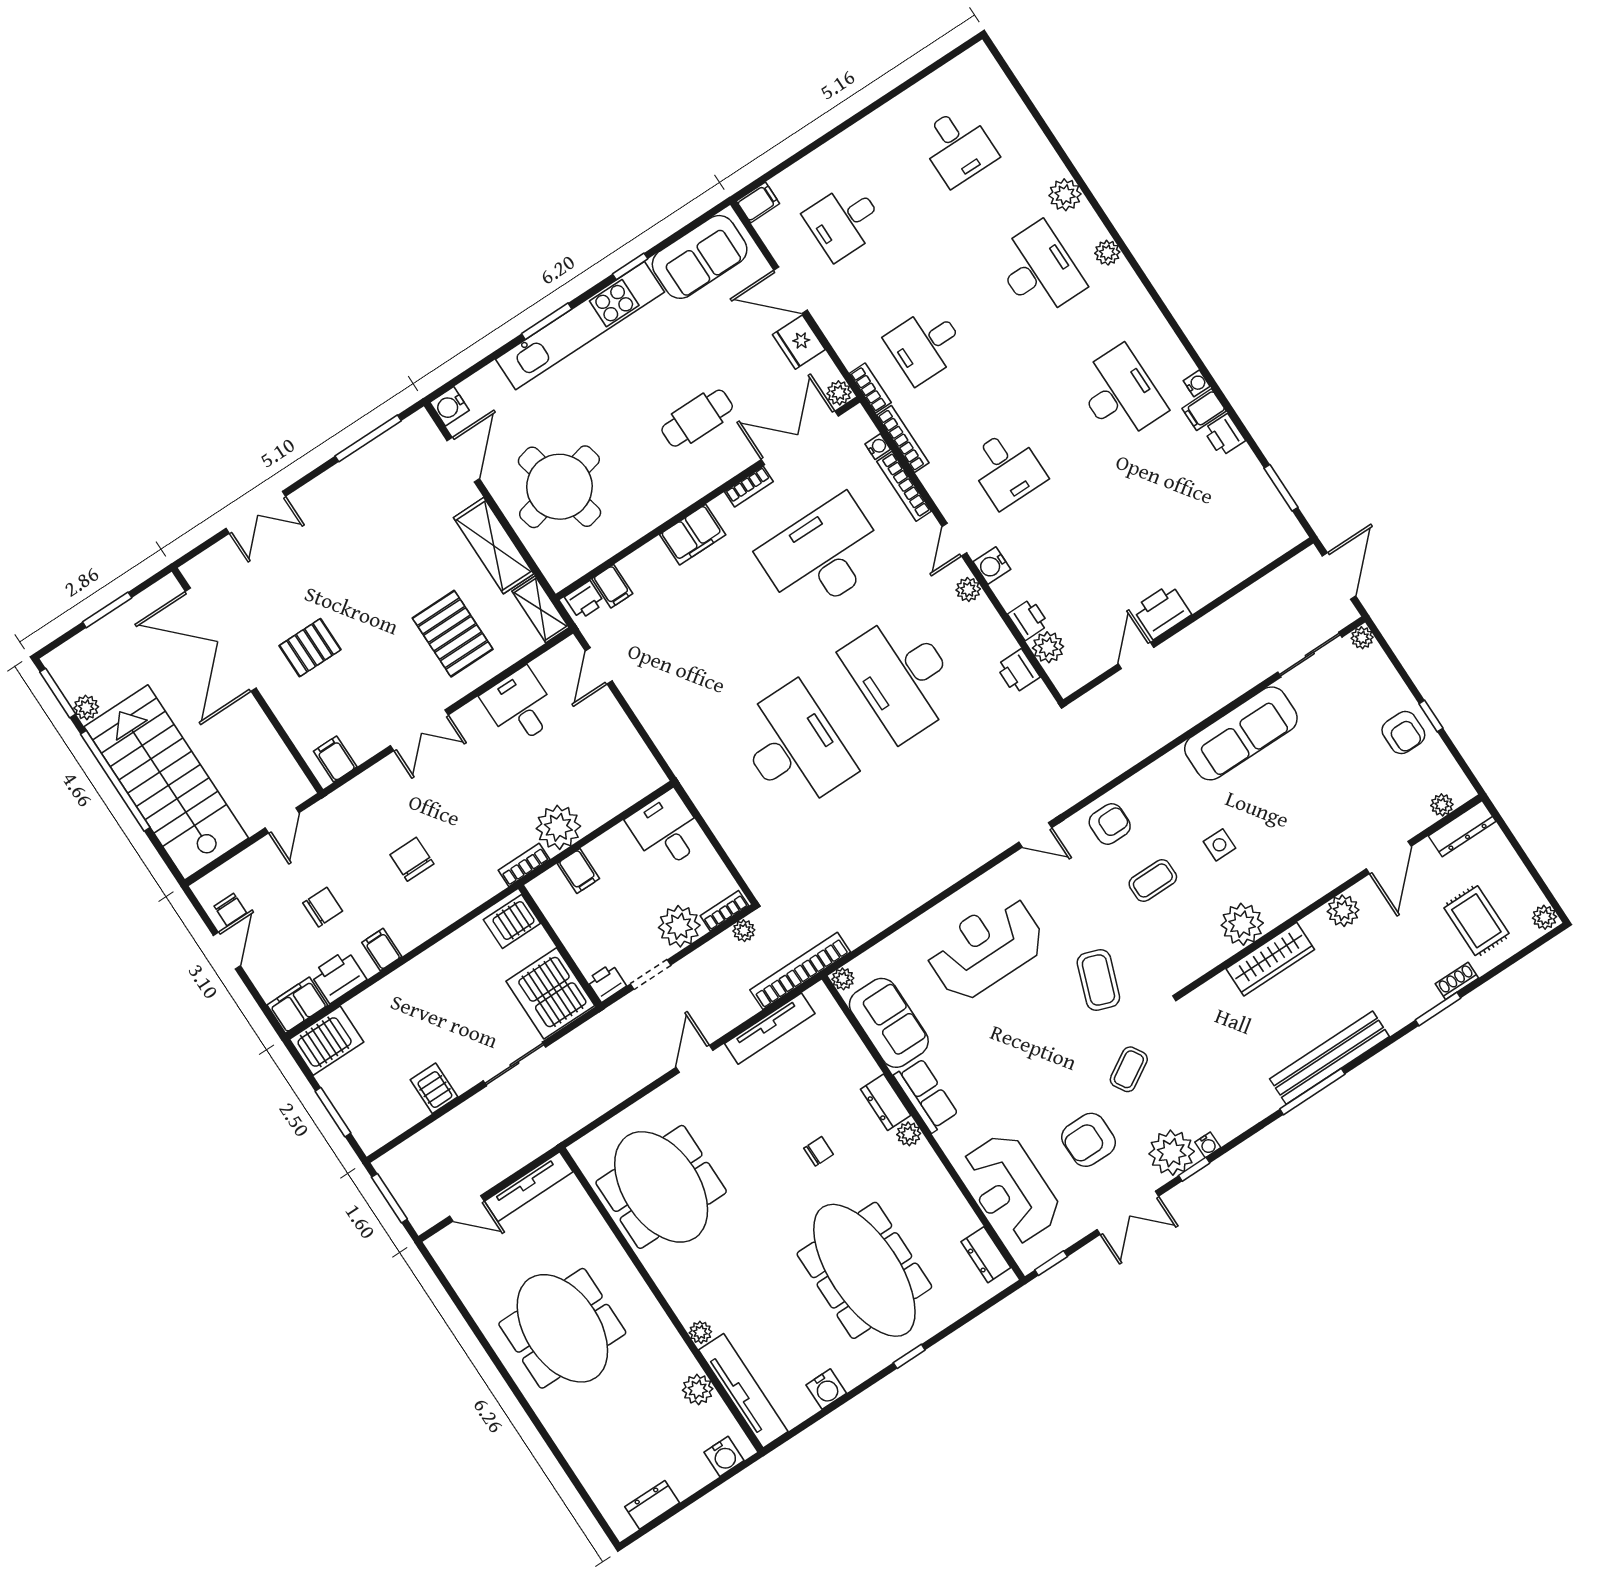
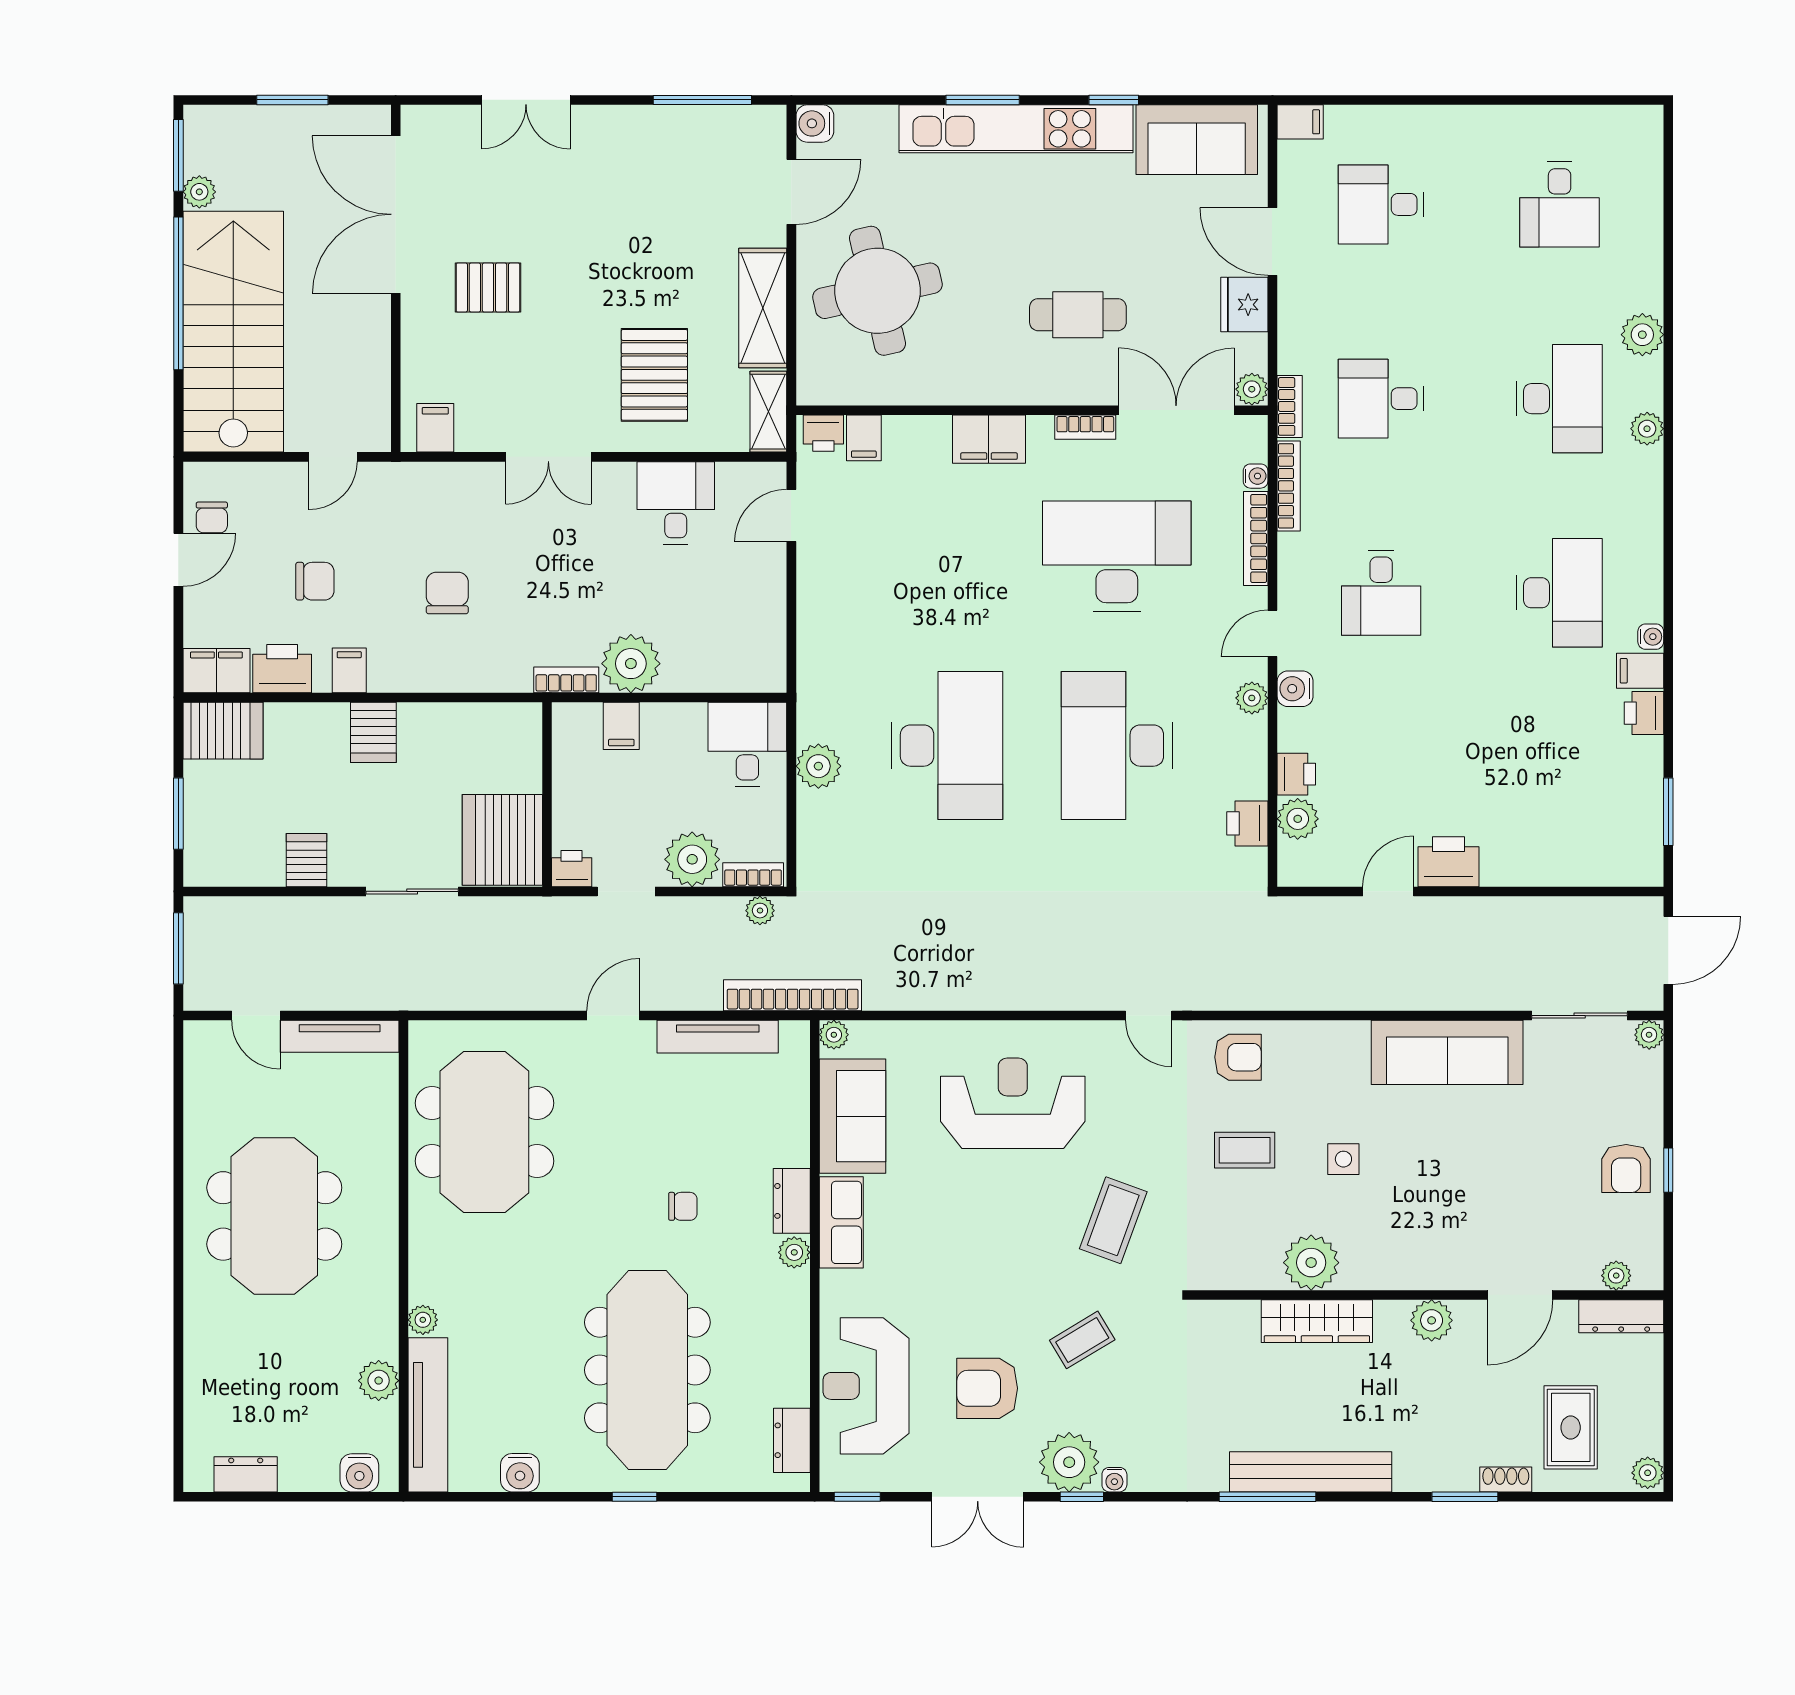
plant: (721, 814) -> (818, 766), added
server rack: (512, 922) -> (373, 732), moved, turned -90

